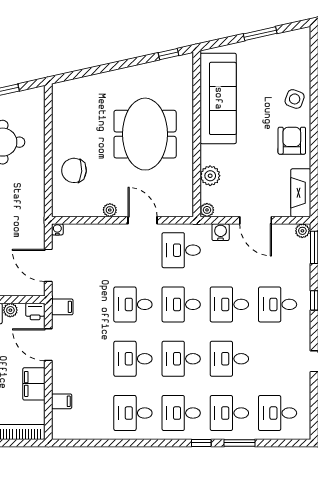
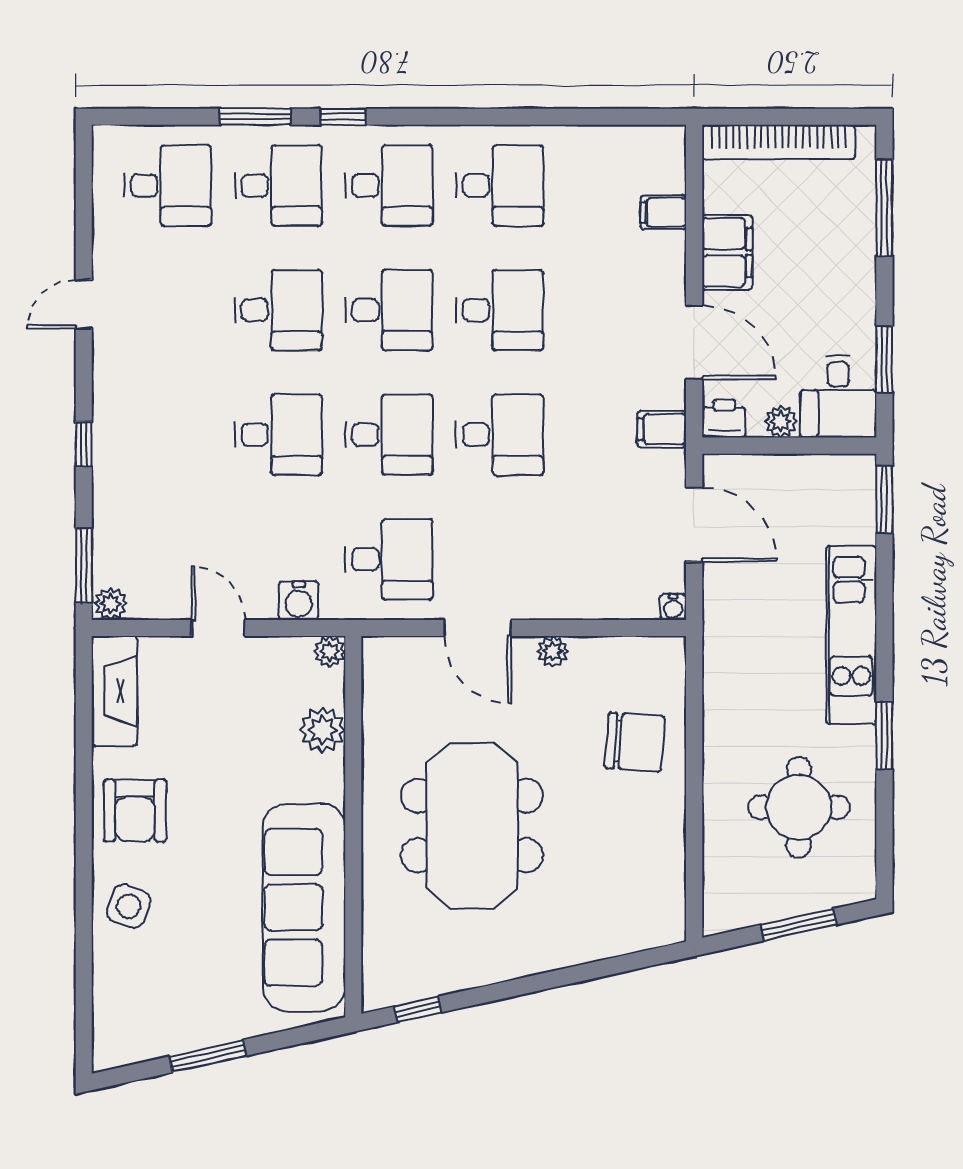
door: (256, 220) -> (218, 628), width x0.73
desk: (278, 304) -> (168, 435), removed

